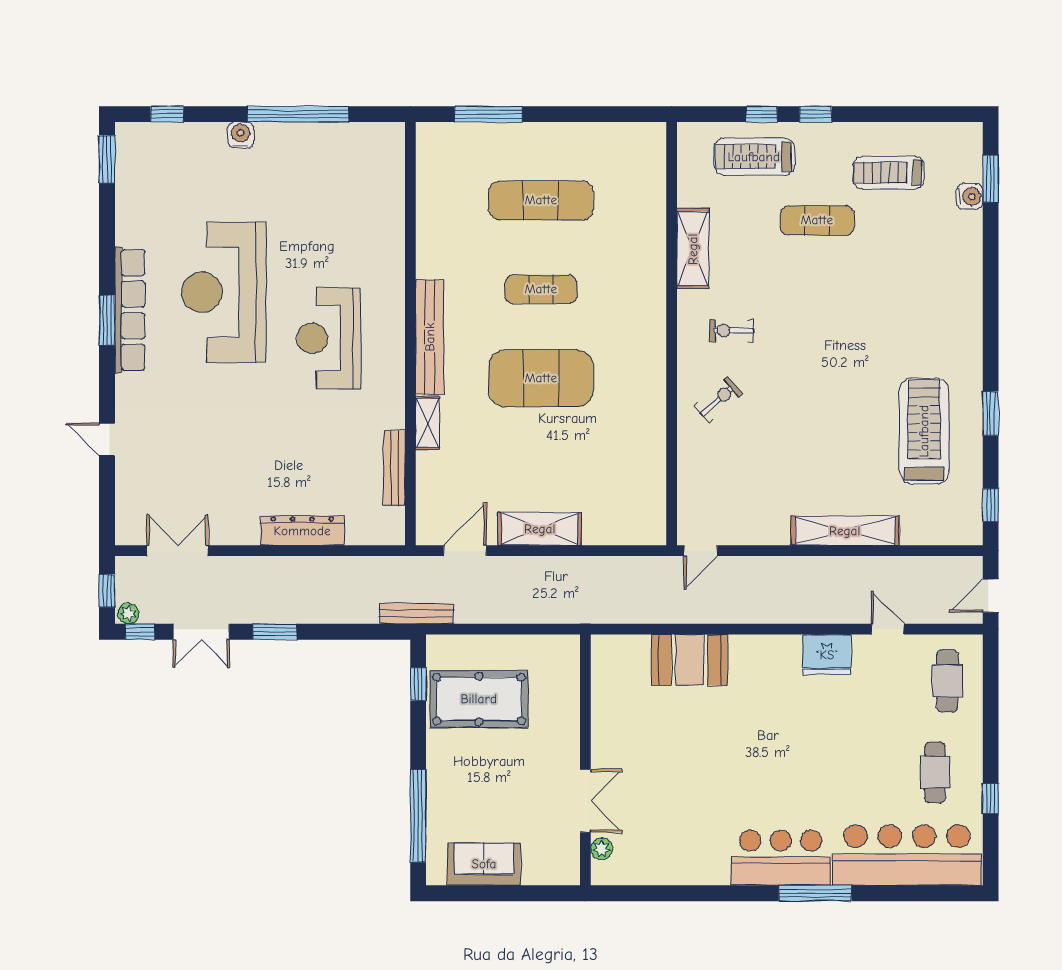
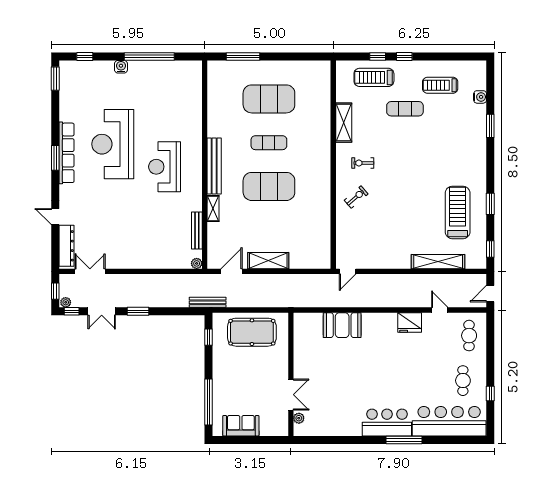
window: (991, 179) -> (490, 126), moved
exercise mat: (541, 200) -> (269, 99), width x1.47
dresser: (302, 531) -> (66, 246), moved, turned 90
shelving: (845, 531) -> (438, 262), moved
plant: (394, 535) -> (197, 263), added
pool table: (479, 699) -> (252, 332), moved

